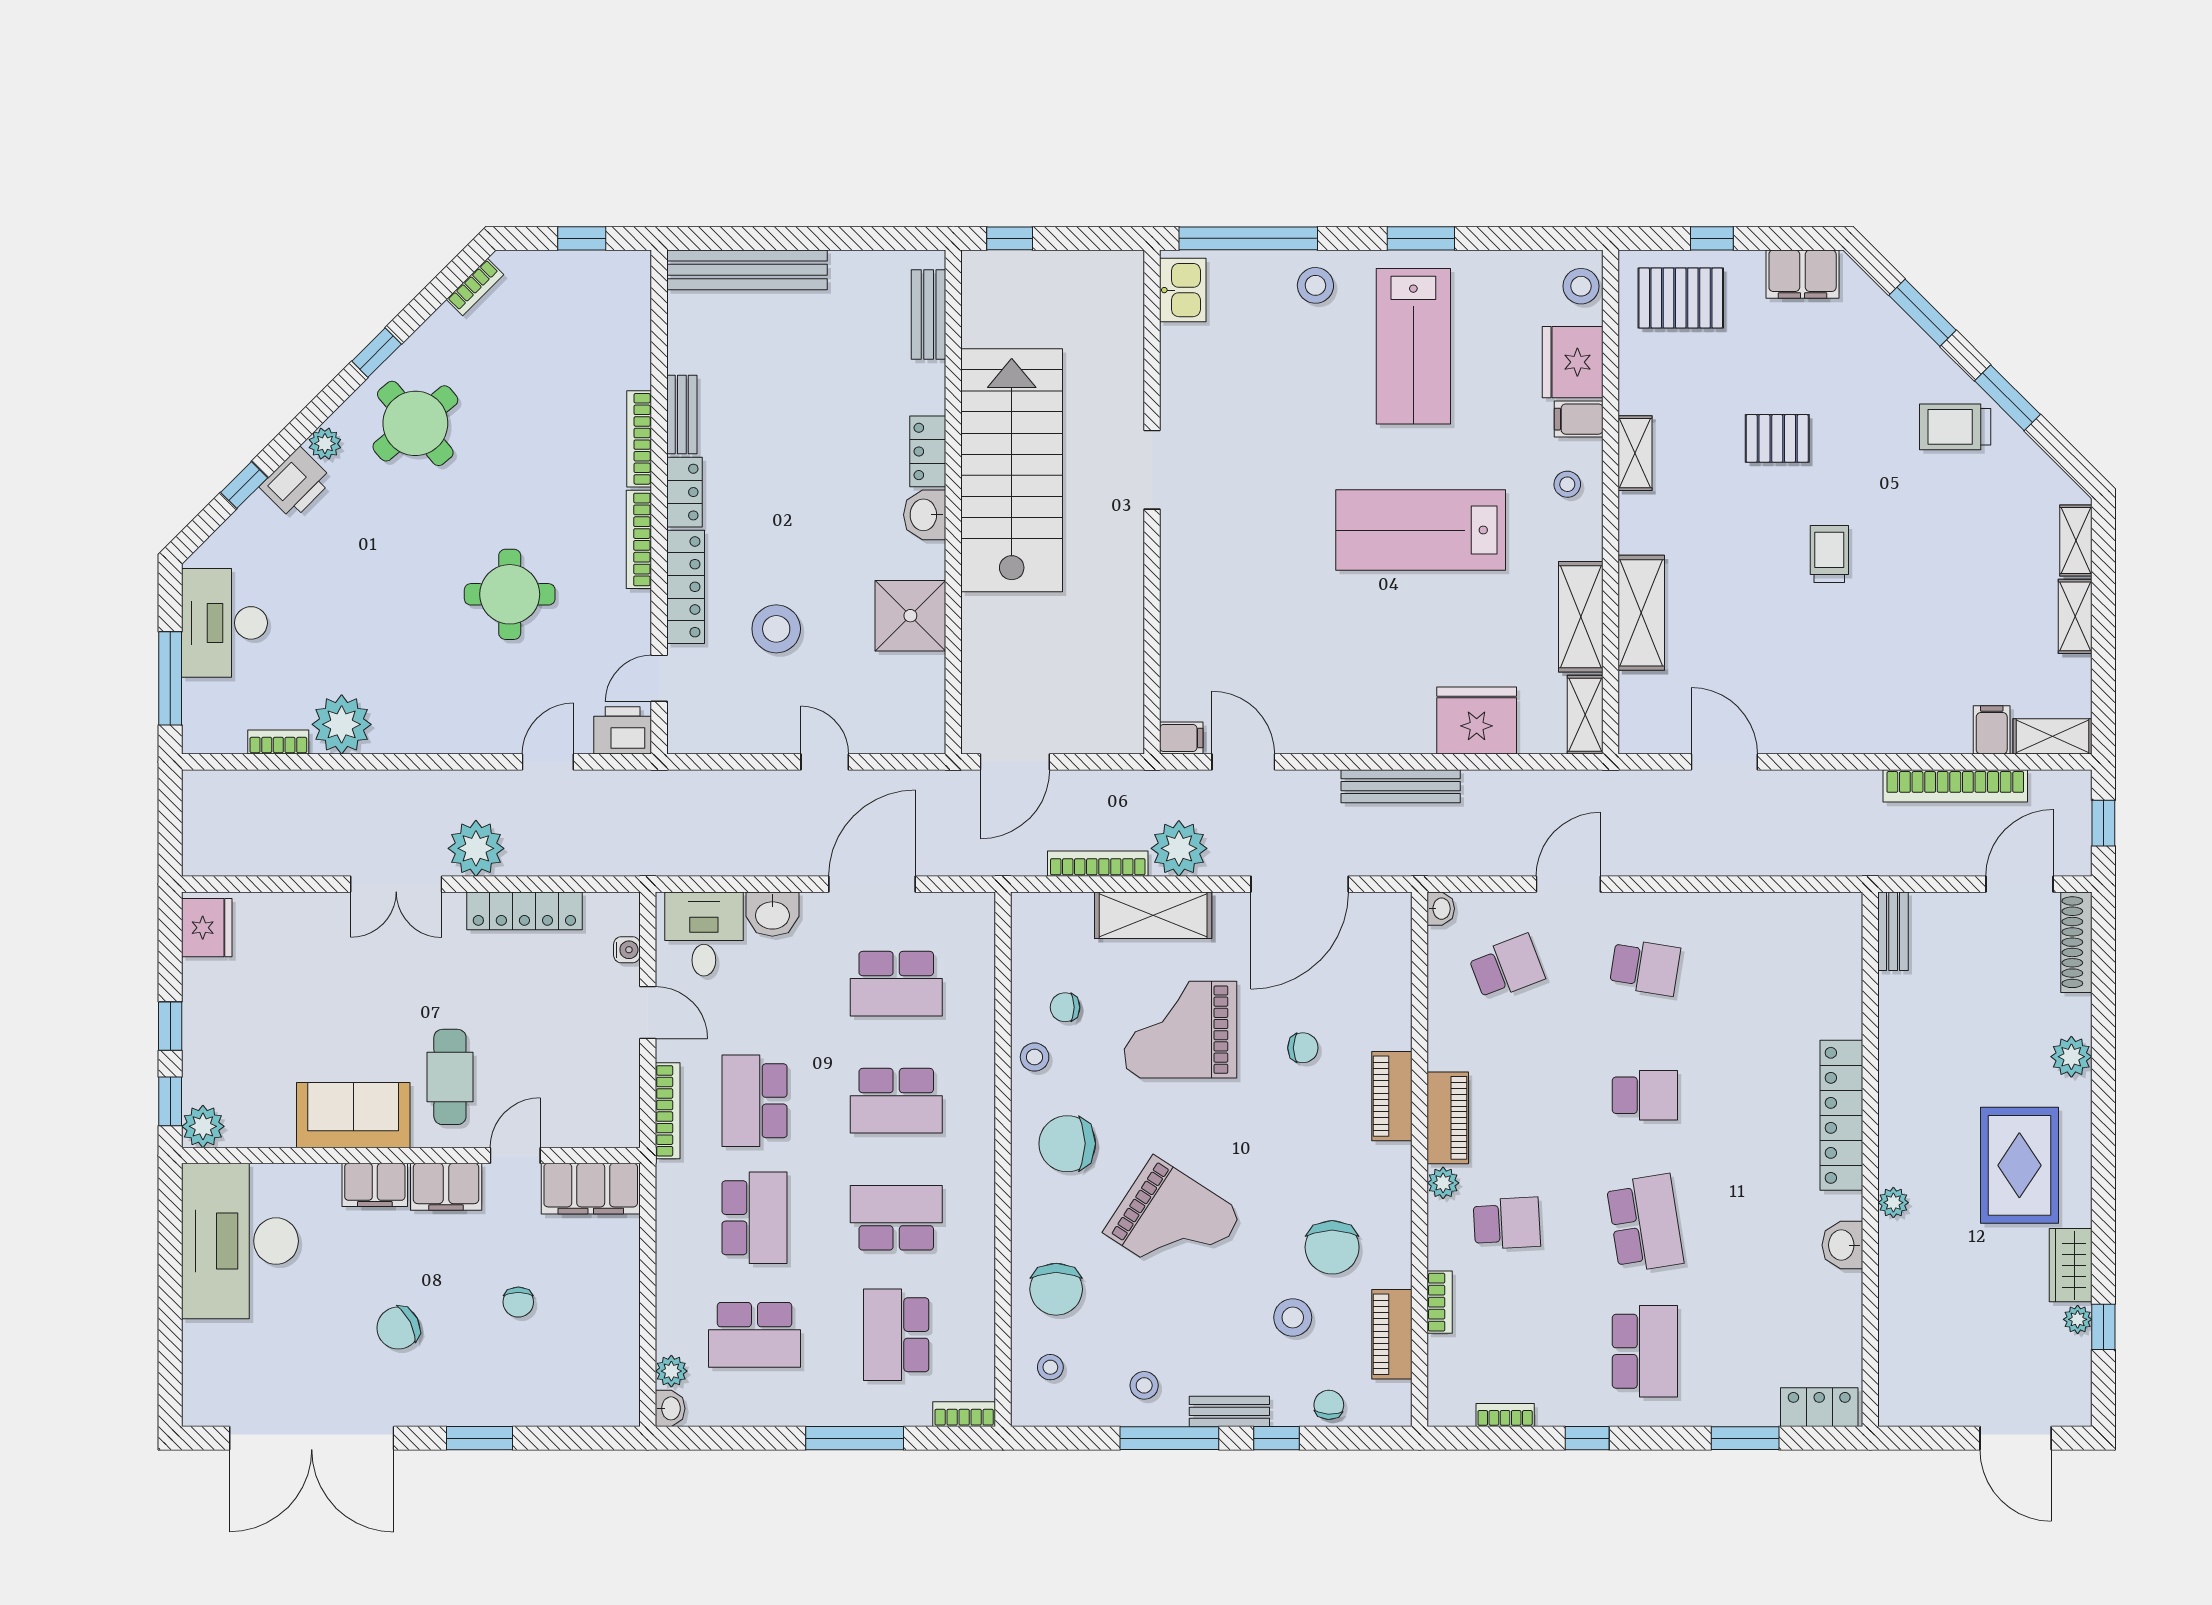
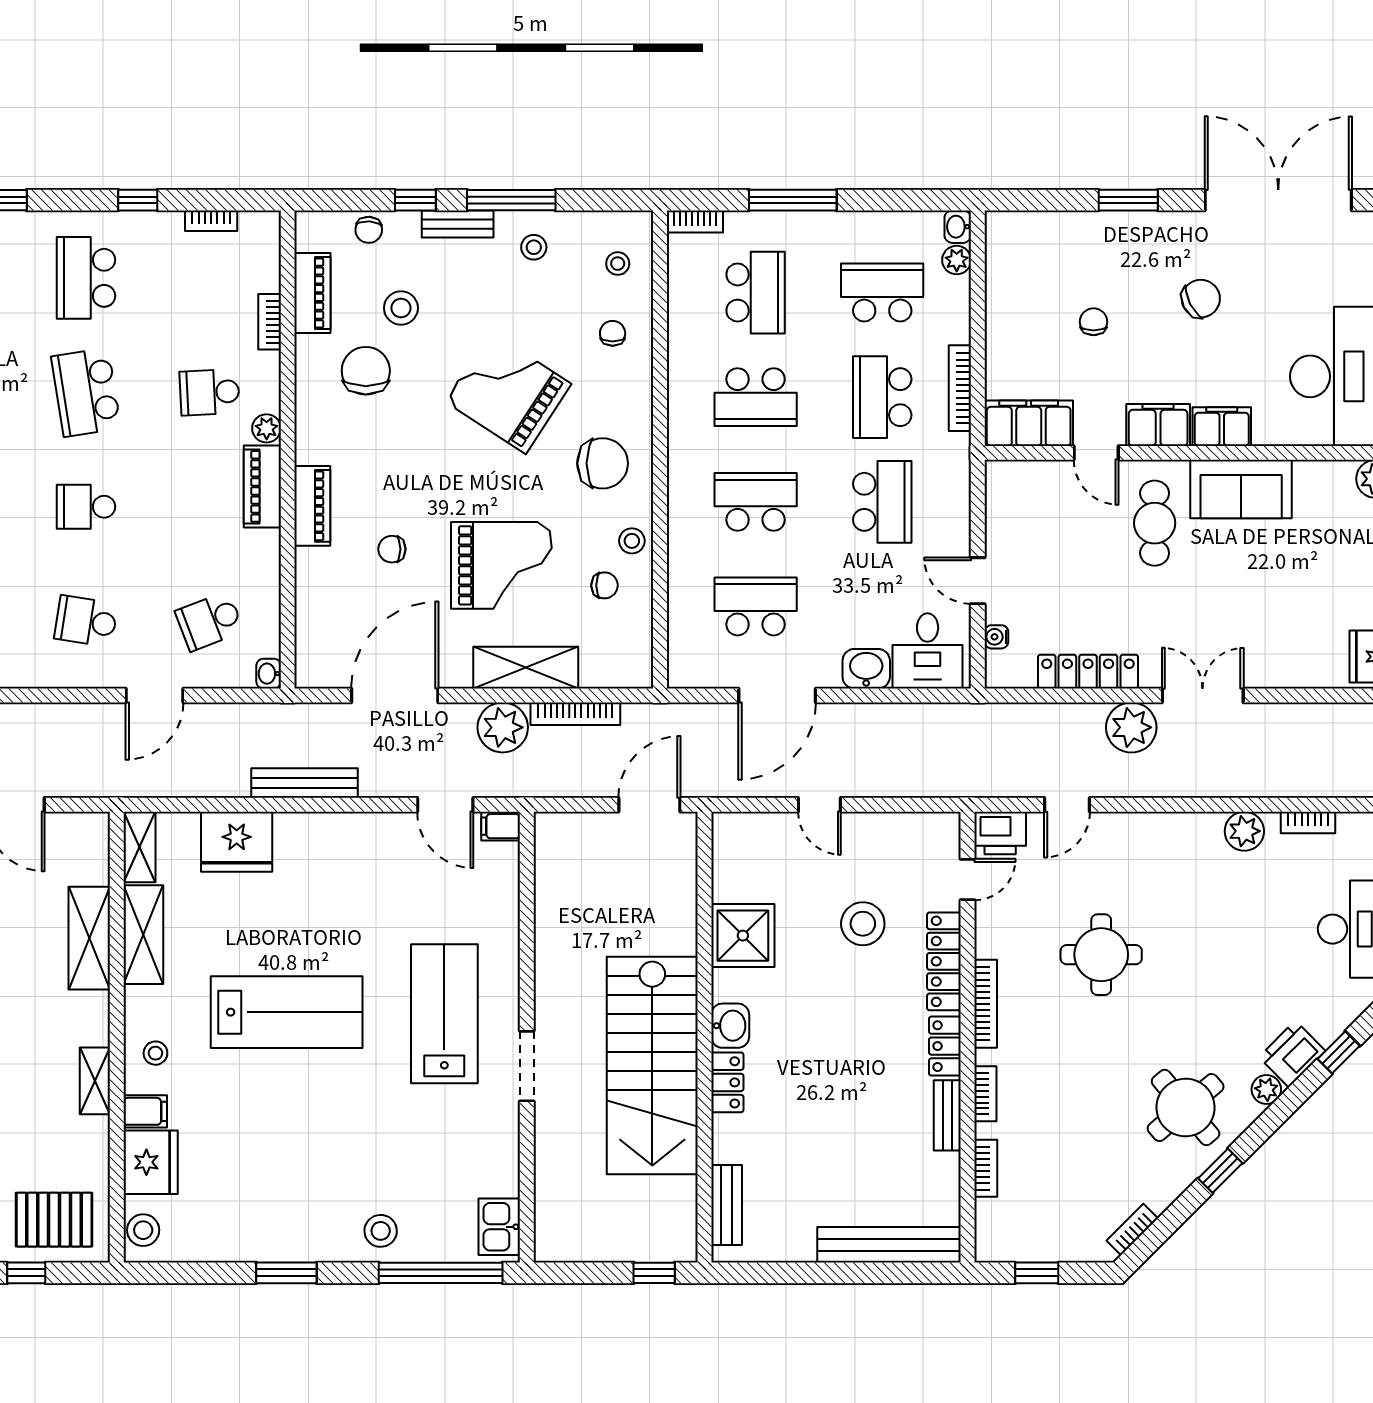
lab bench: (1413, 346) -> (444, 1014), moved
bookcase: (639, 356) -> (986, 1168), added
bookcase: (639, 439) -> (985, 1094), width x0.64
plant: (342, 724) -> (1244, 831), width x0.73, depth x0.73
bookcase: (668, 1111) -> (960, 388), moved
door: (515, 1155) -> (1096, 453), hinge flipped
chair: (1056, 1289) -> (613, 333), width x0.54, depth x0.54

